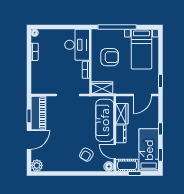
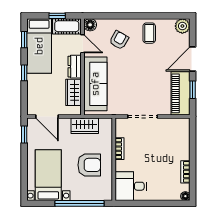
desk: (77, 45) -> (131, 186), width x0.73
armchair: (110, 57) -> (89, 165), turned 180
wardrobe: (102, 88) -> (85, 126), moved
door: (142, 95) -> (47, 116), swing flipped
coffee table: (63, 160) -> (149, 33), added

